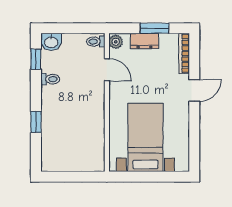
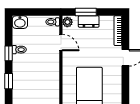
window: (155, 28) -> (86, 12), moved
window: (36, 59) -> (9, 53), moved

